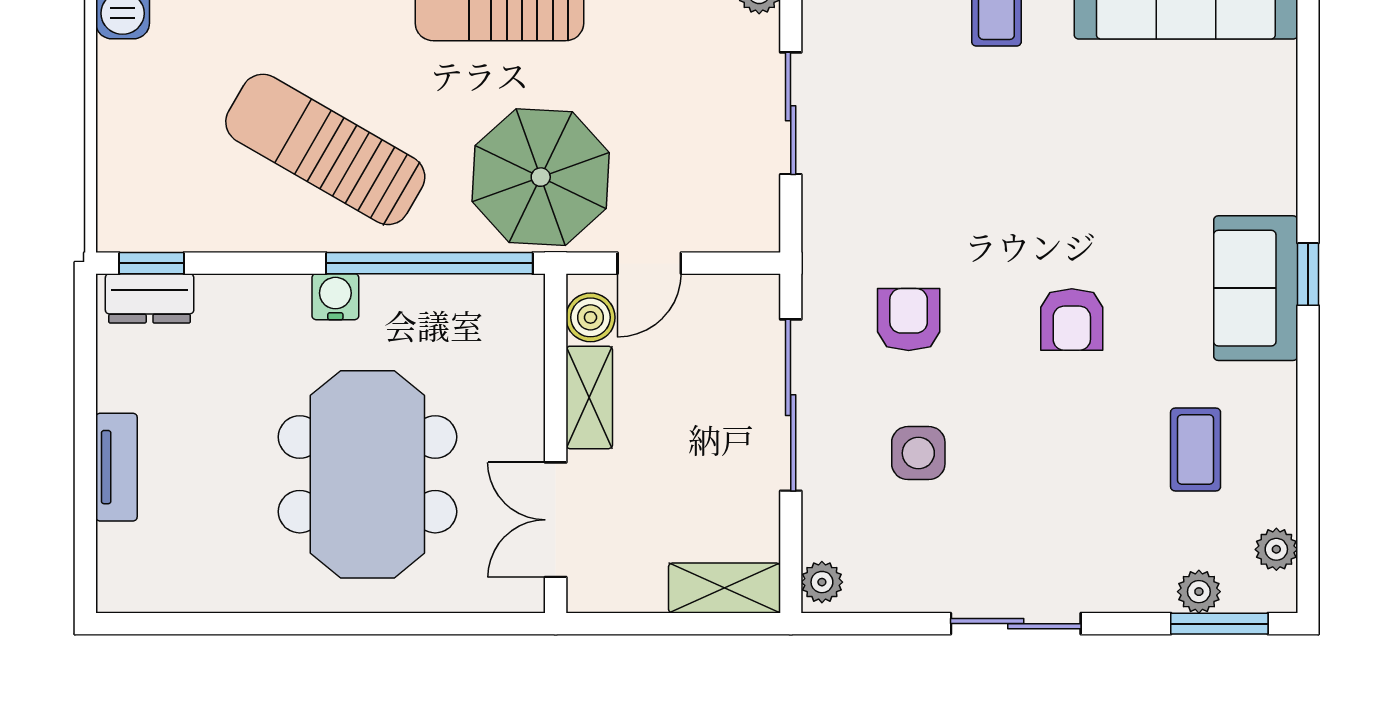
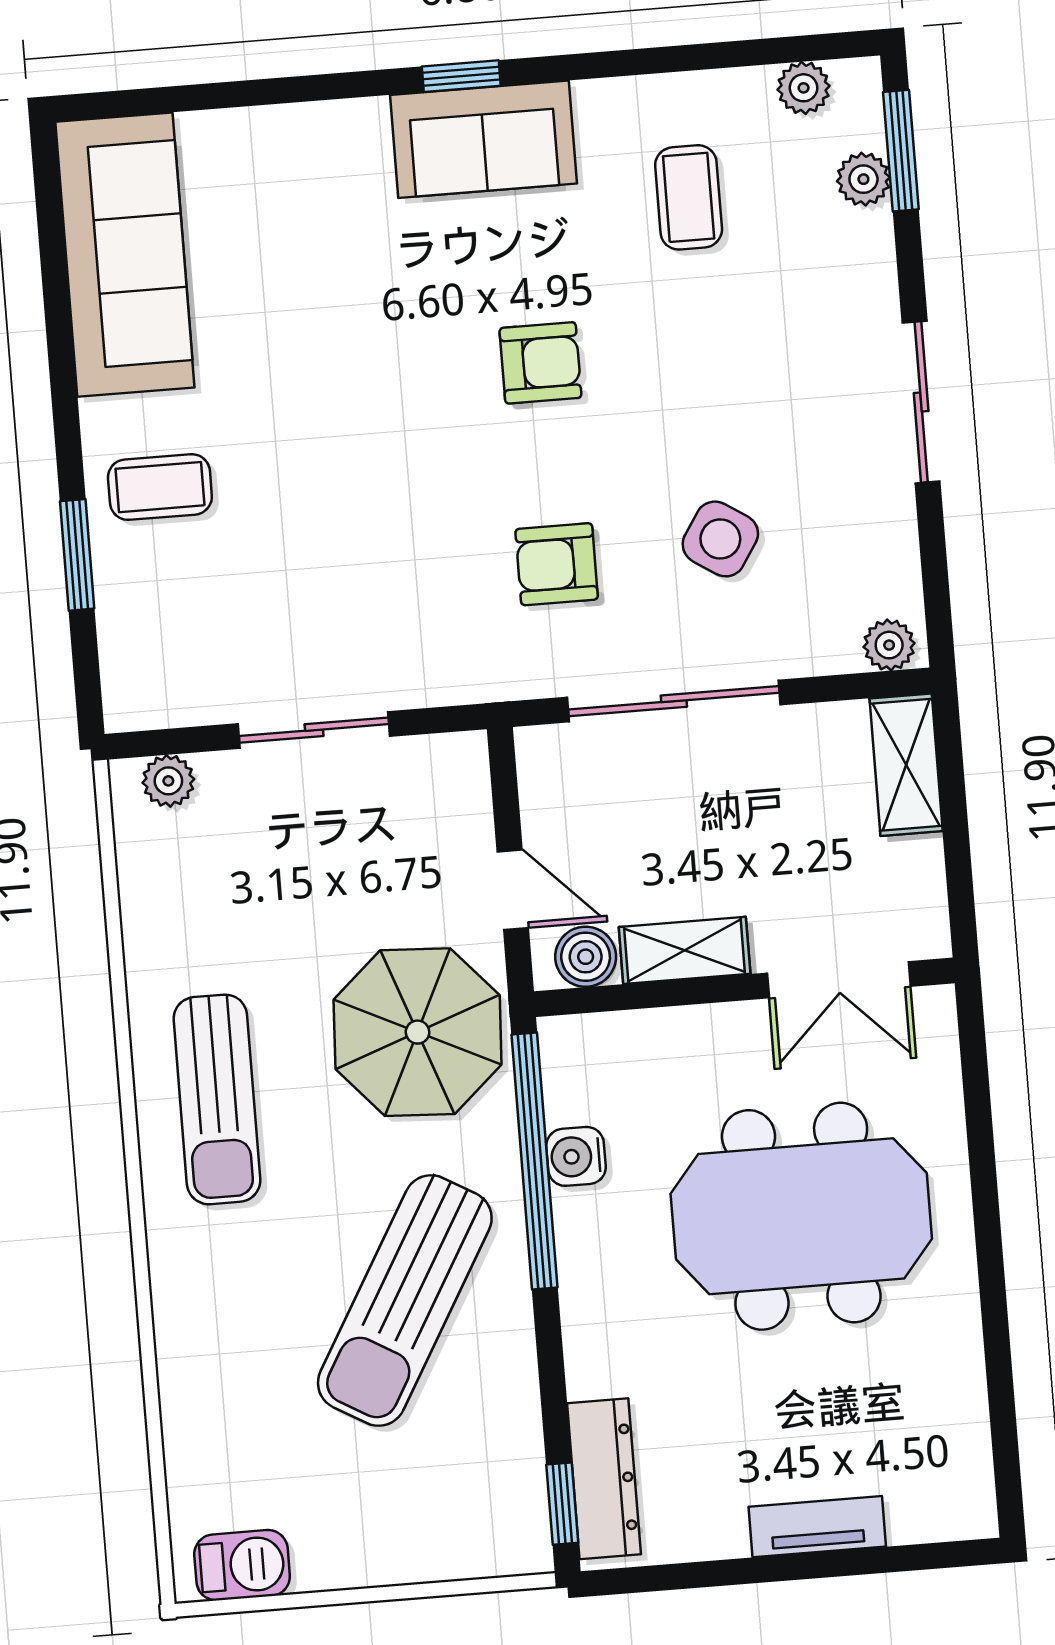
water cooler: (335, 297) -> (576, 1156), moved
dresser: (150, 298) -> (604, 1479), width x1.44
coffee table: (1196, 450) -> (689, 197), turned 90
side table: (918, 453) -> (720, 539), turned 33

